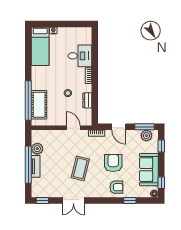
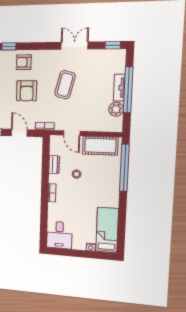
desk: (80, 56) -> (59, 235), moved, turned -90
cot: (39, 105) -> (100, 146), moved, turned 90

